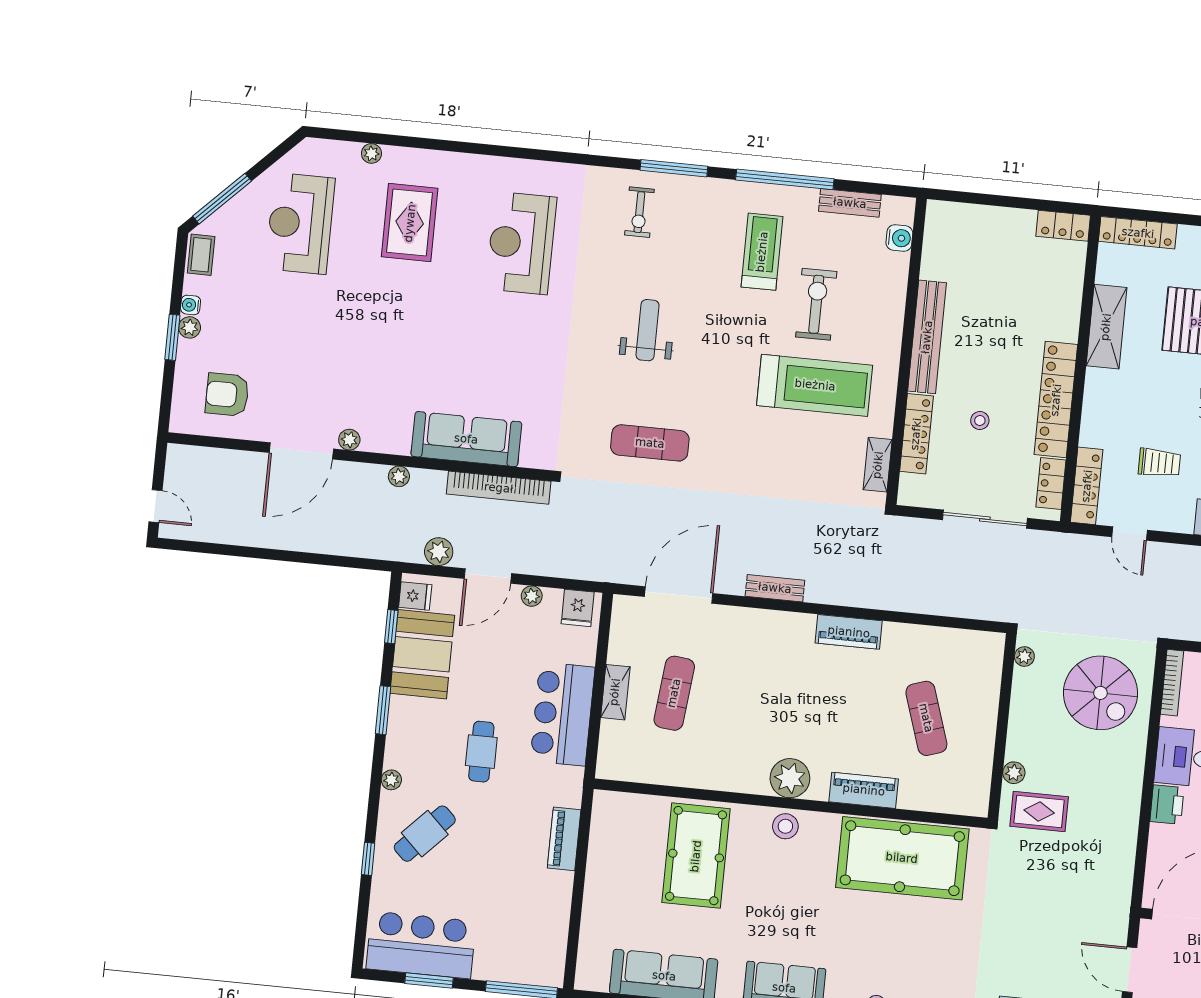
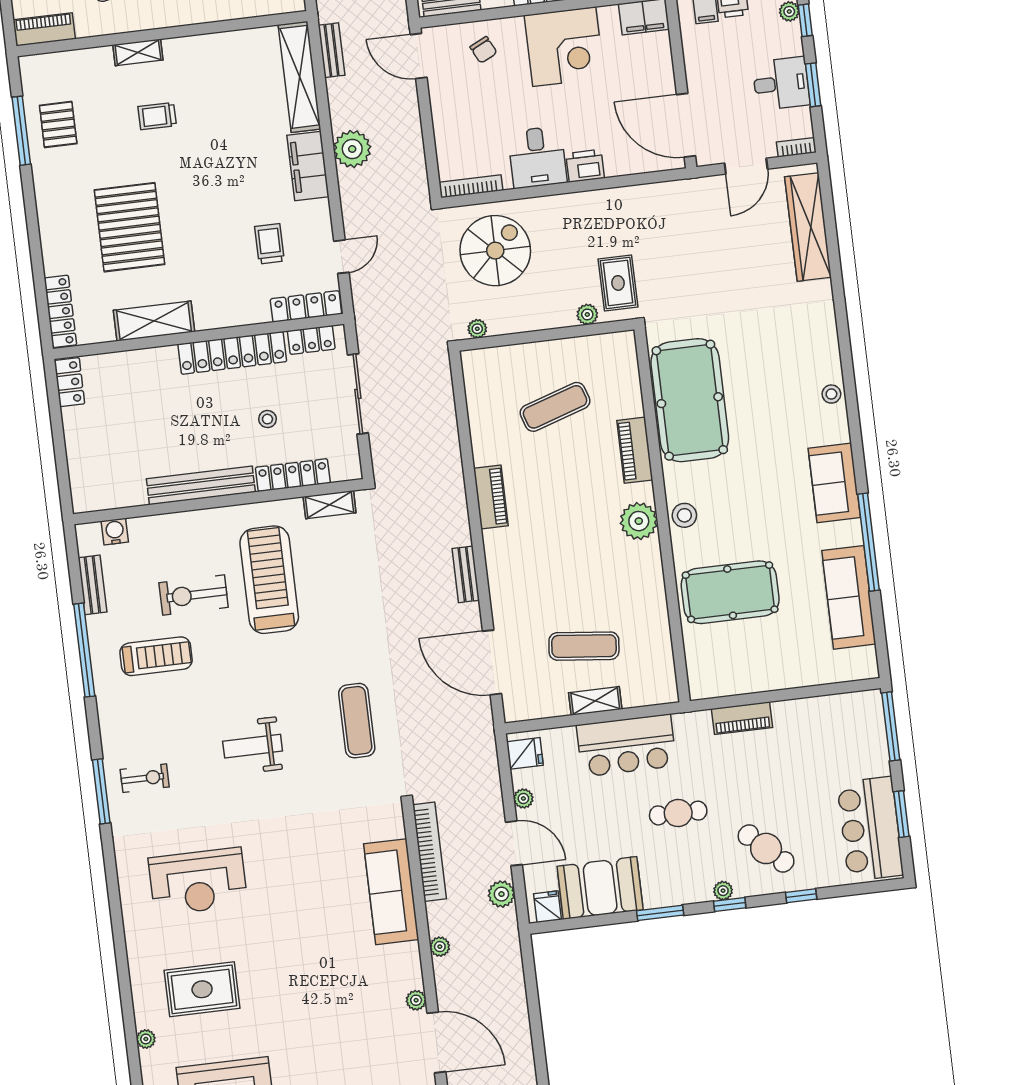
window: (674, 168) -> (101, 791), moved
treadmill: (762, 252) -> (156, 656), turned 180
window: (391, 627) -> (730, 904), moved

